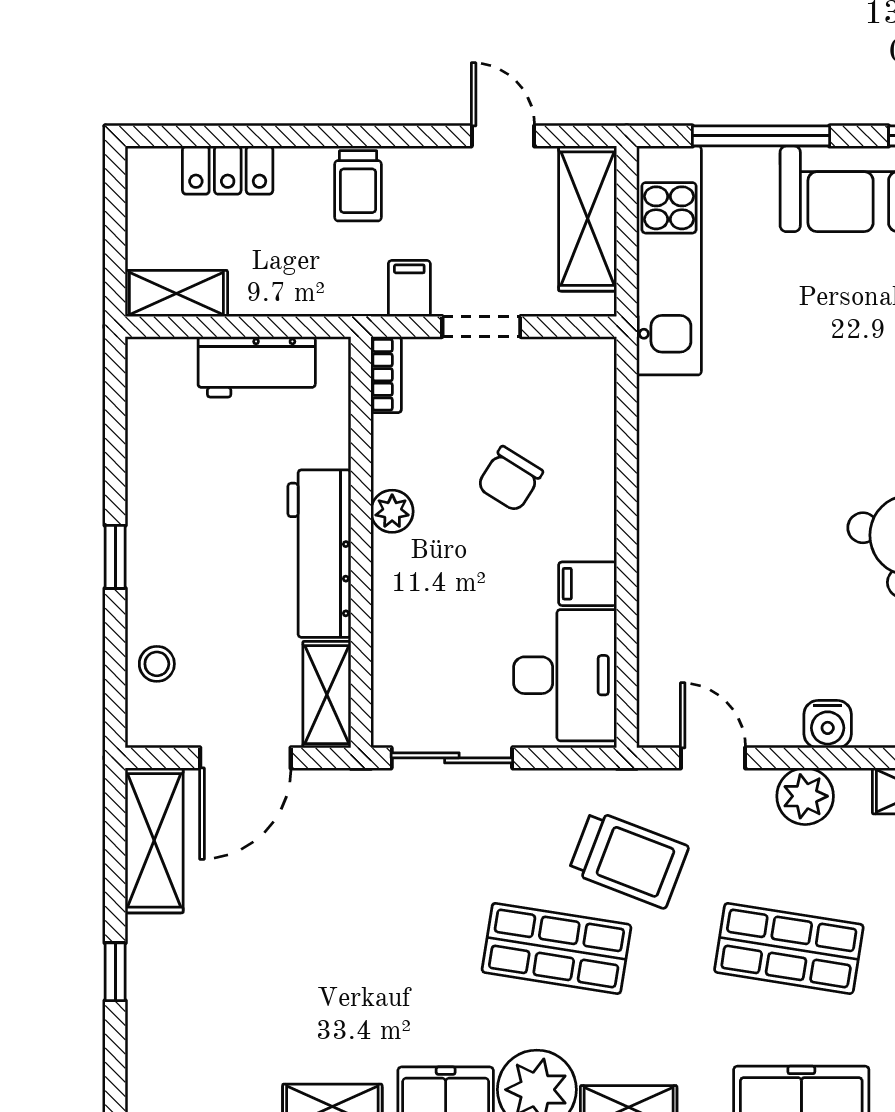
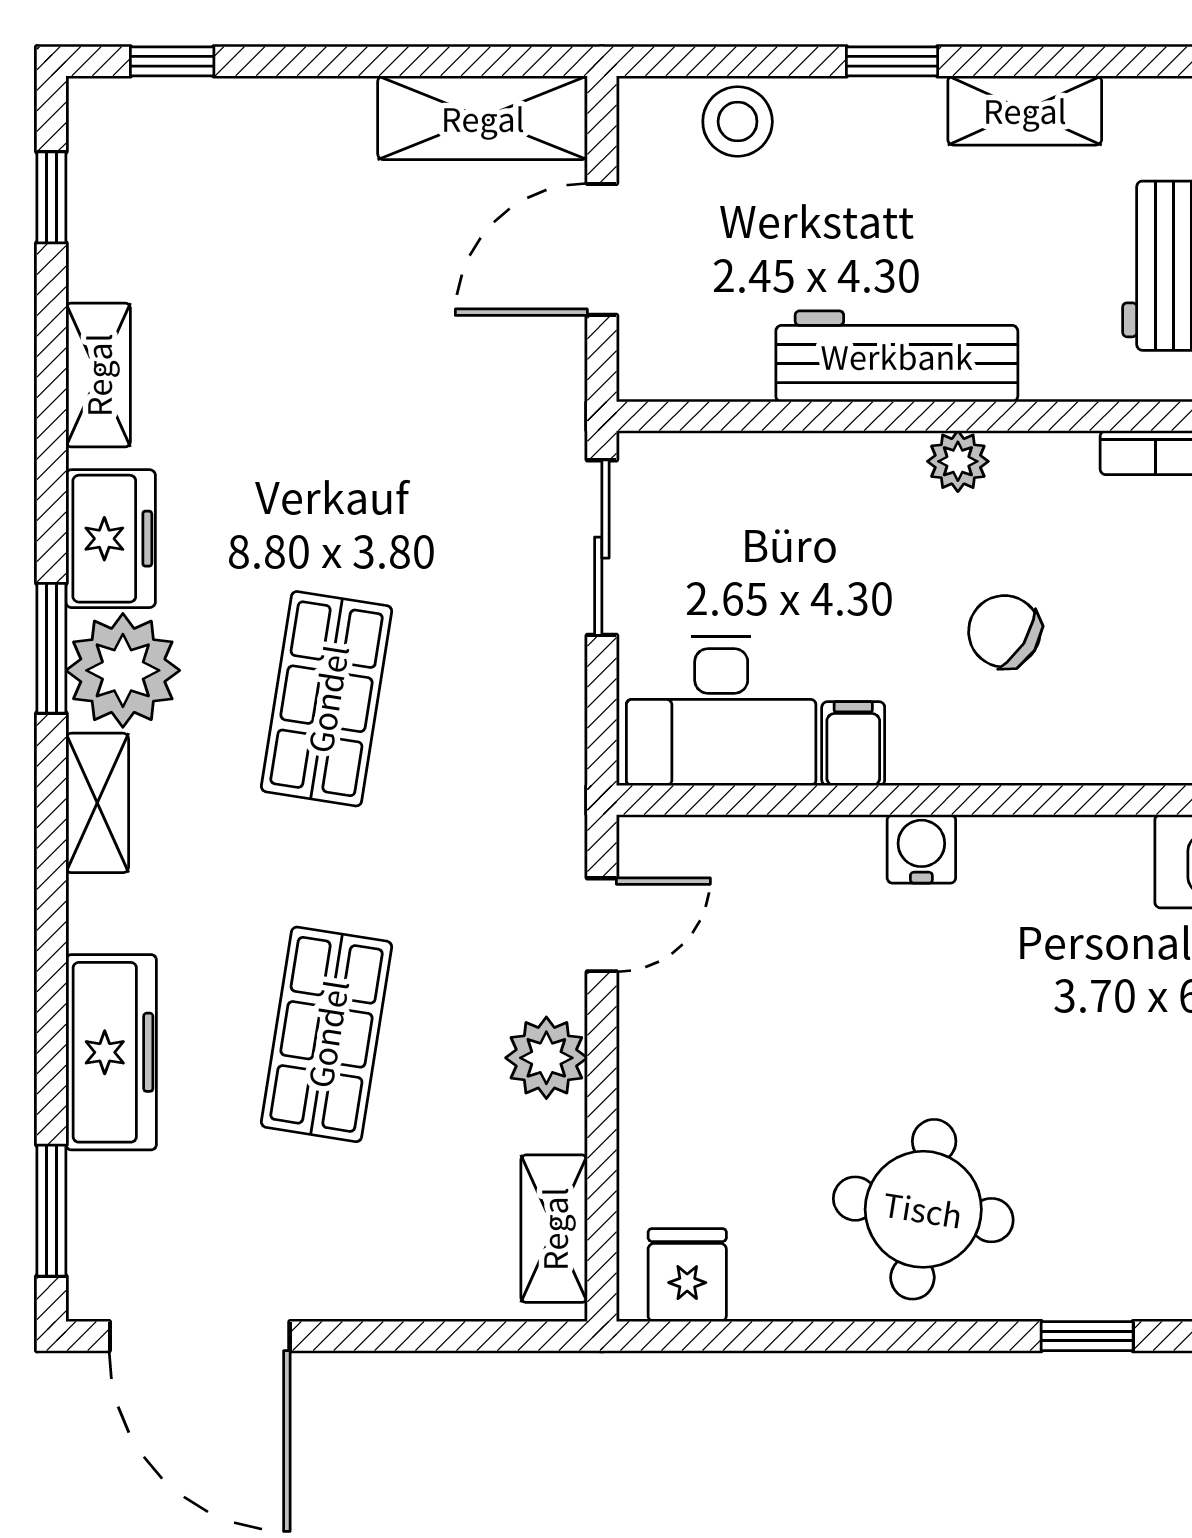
stool: (157, 664) -> (738, 122), width x1.37, depth x1.37
shelving: (327, 695) -> (1025, 110), moved
water cooler: (828, 724) -> (921, 849), moved, turned 90
door: (245, 758) -> (602, 249), hinge flipped
trolley: (629, 859) -> (455, 803), removed
window: (115, 972) -> (172, 61), moved

